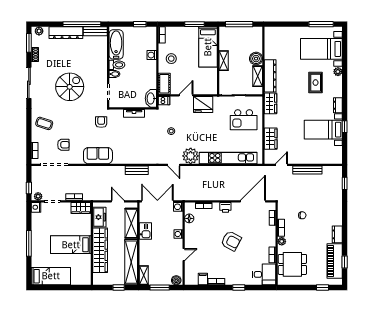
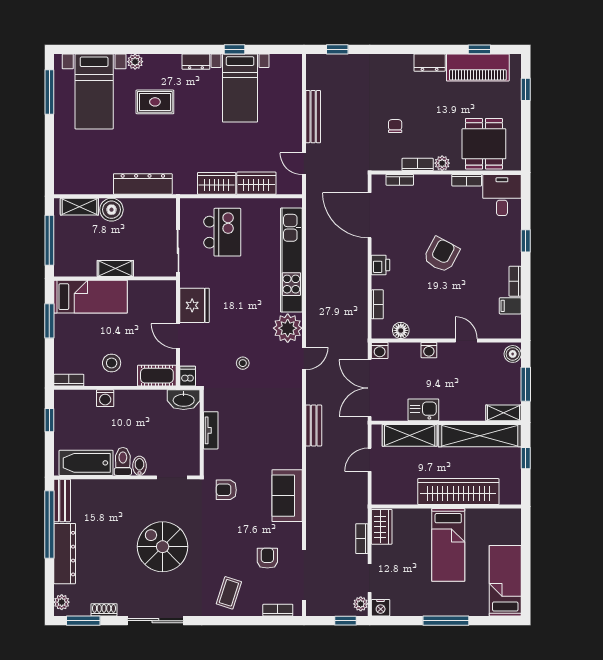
shelving: (258, 76) -> (79, 207), moved
wardrobe: (271, 103) -> (217, 183), moved
freezer: (99, 217) -> (398, 493), removed

